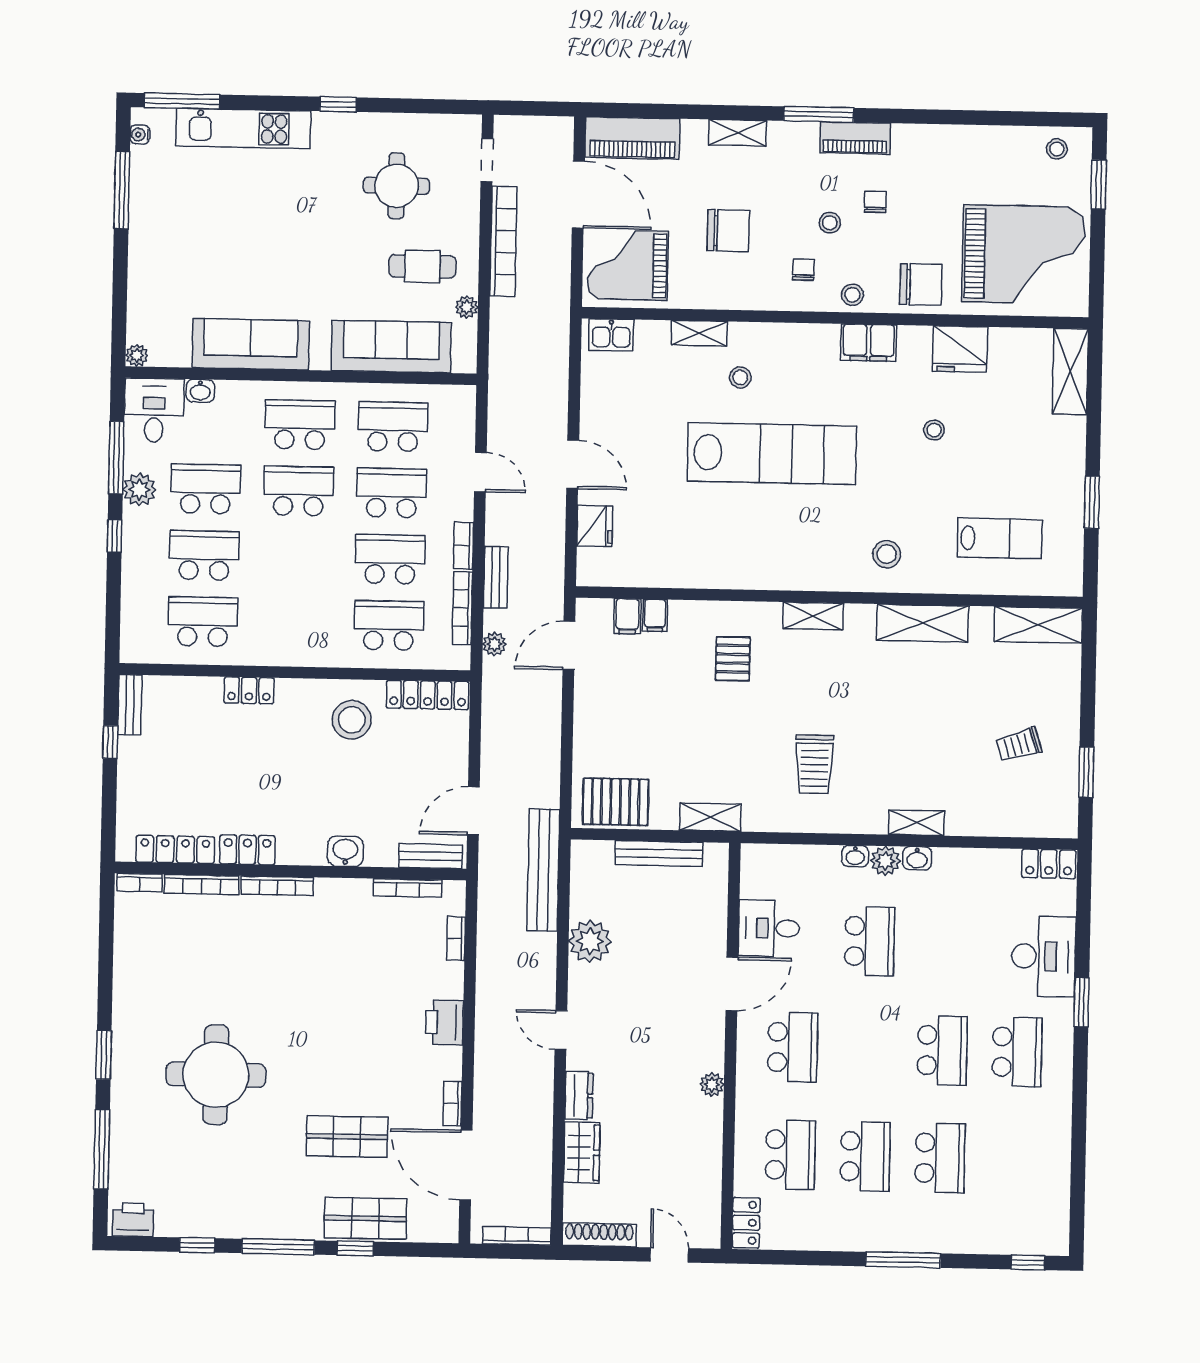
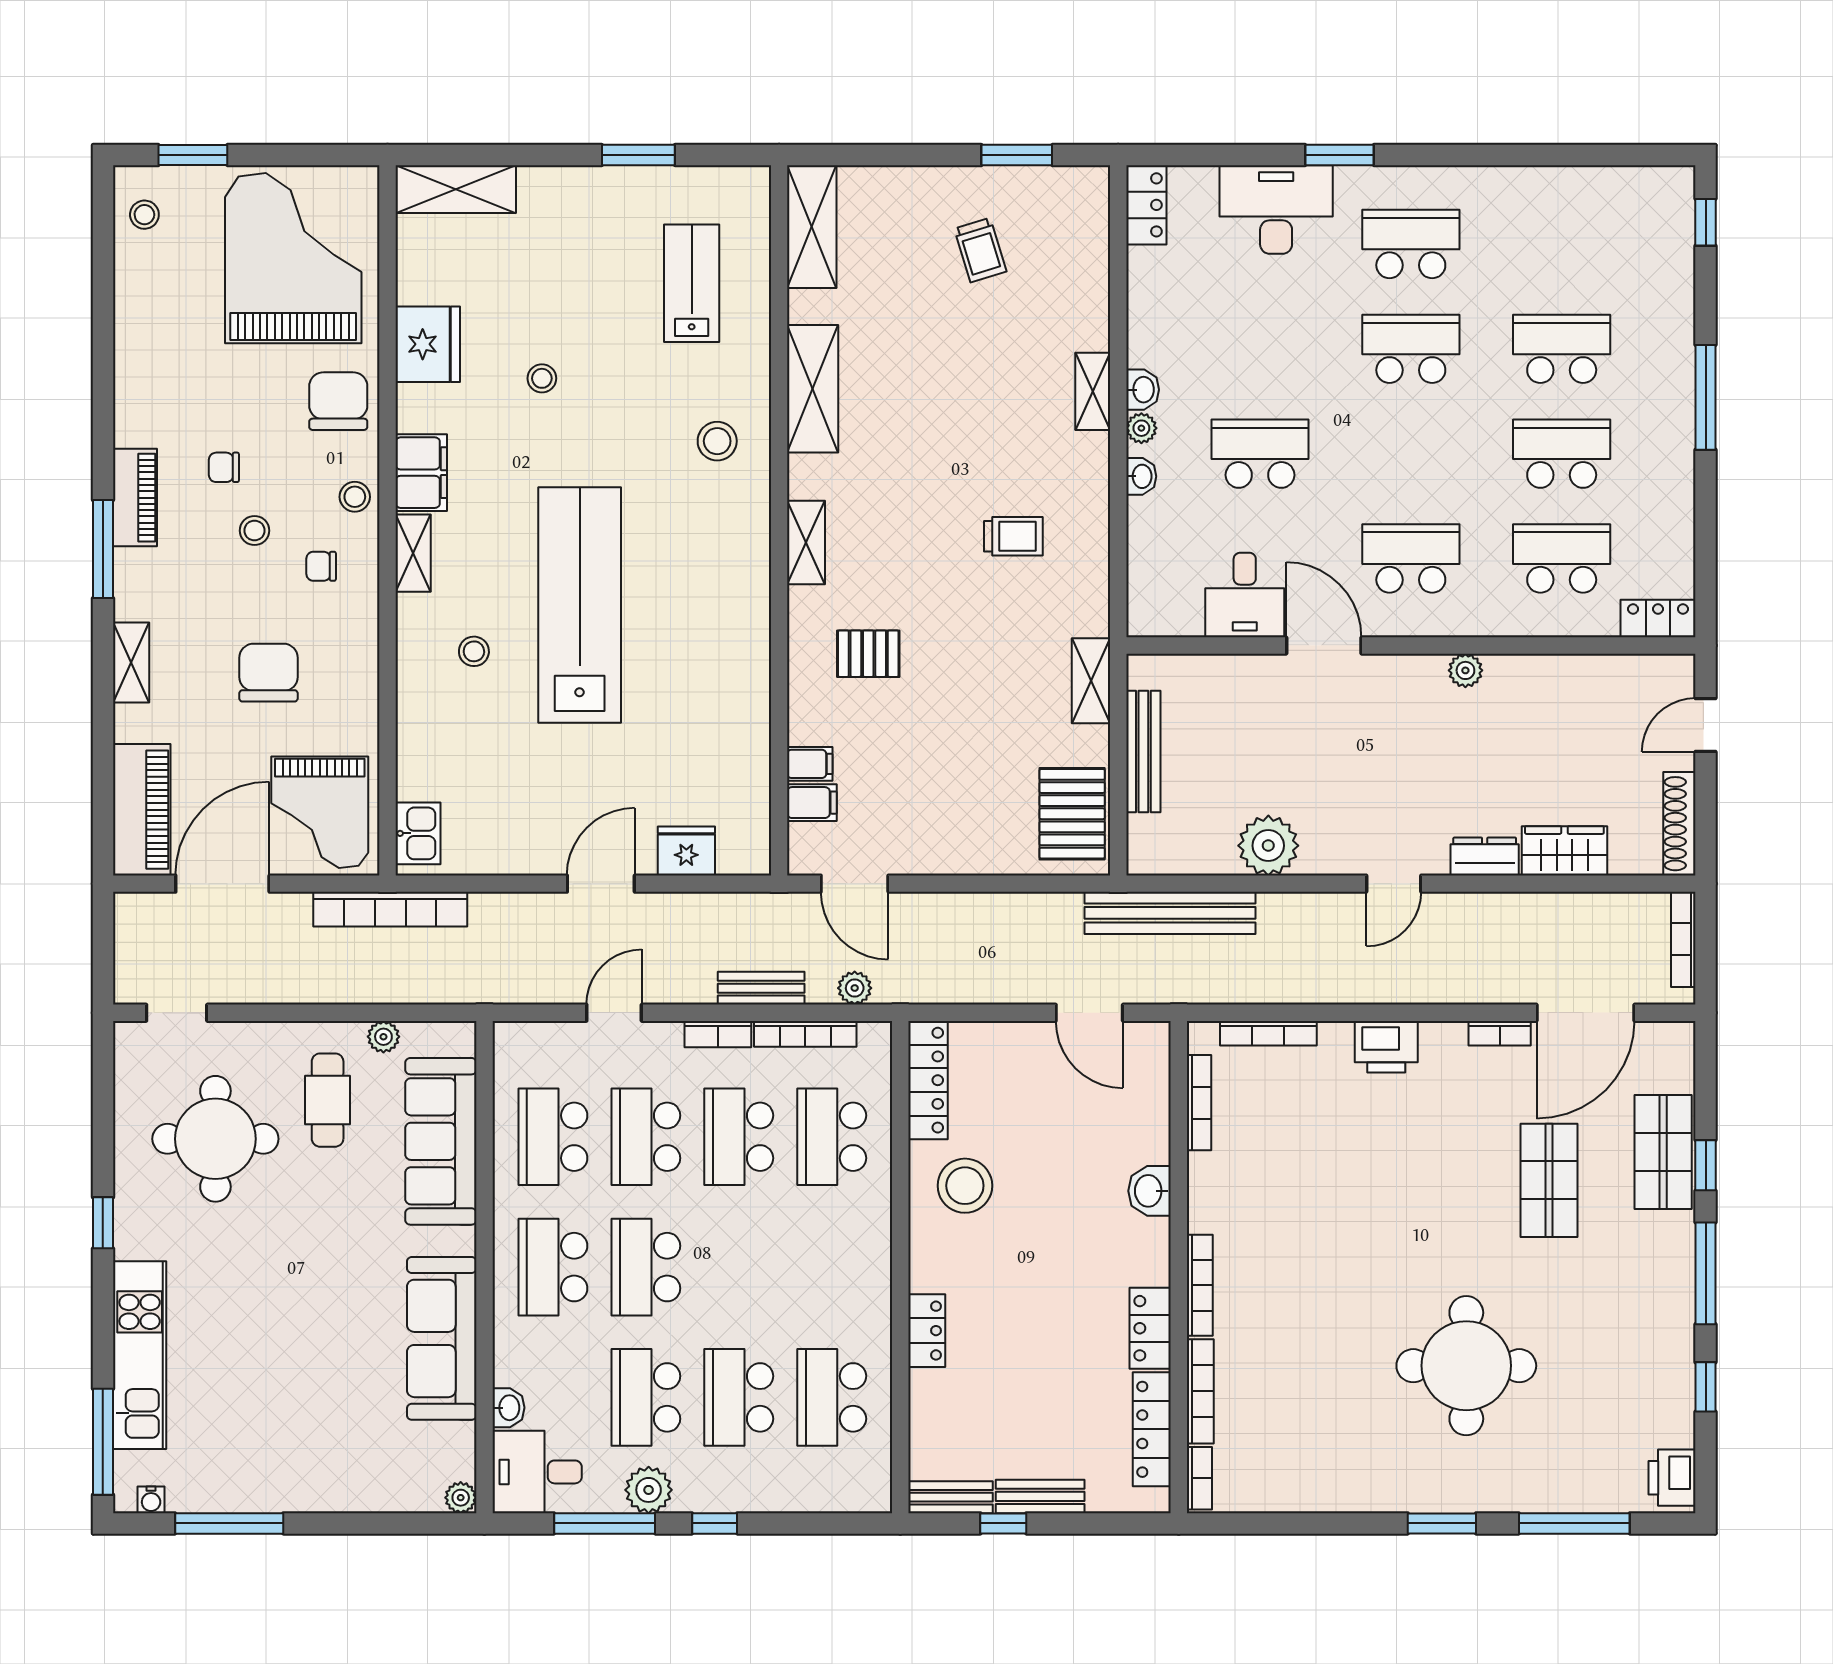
round table: (396, 186) -> (215, 1139), width x1.36, depth x1.36
bookcase: (503, 241) -> (390, 909), moved, turned 180
shelving: (699, 333) -> (413, 553), moved
trolley: (814, 764) -> (1013, 536), width x0.73, depth x0.72
bench: (430, 856) -> (1040, 1496), moved, turned 90
plant: (885, 861) -> (1141, 428), width x0.73, depth x0.73
bookcase: (456, 939) -> (1268, 1033), width x1.56

